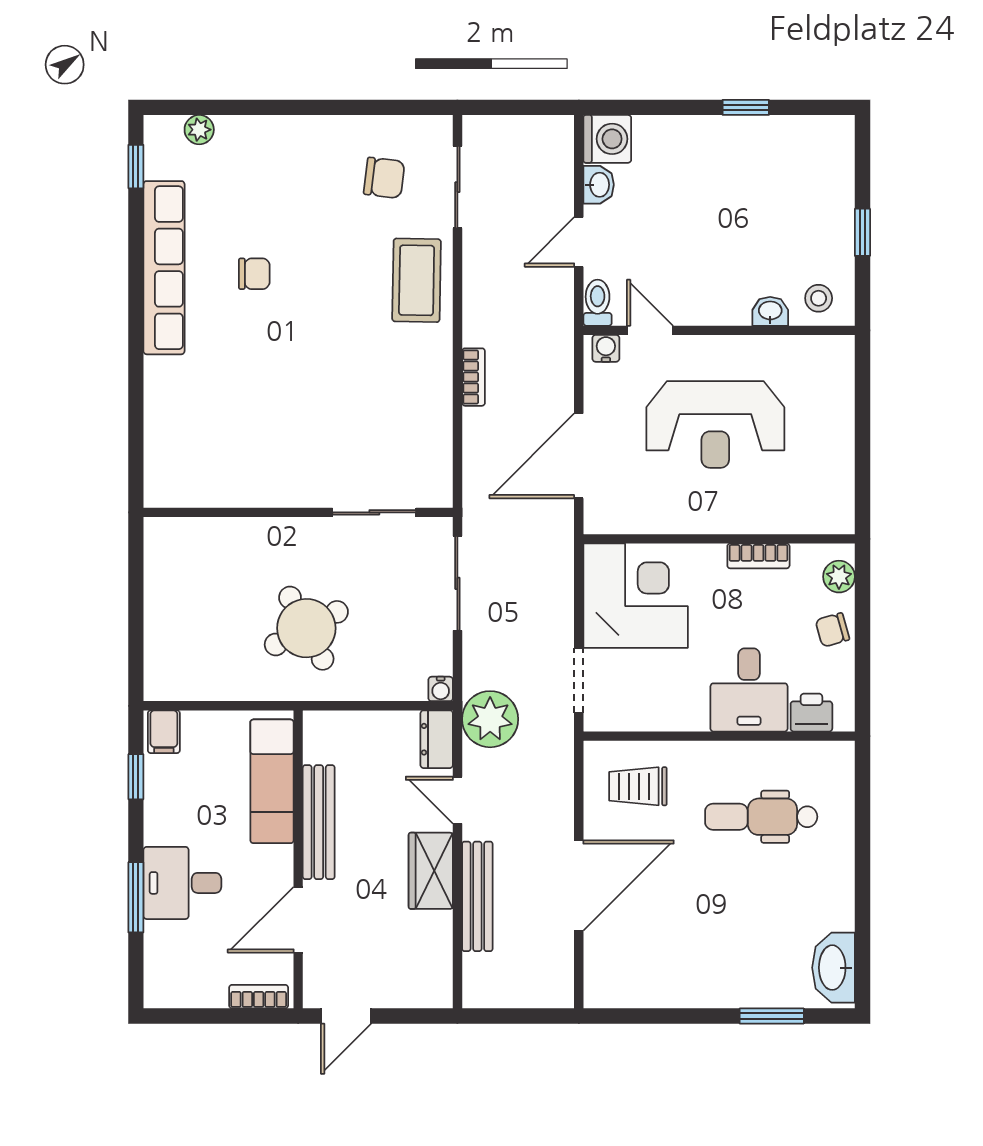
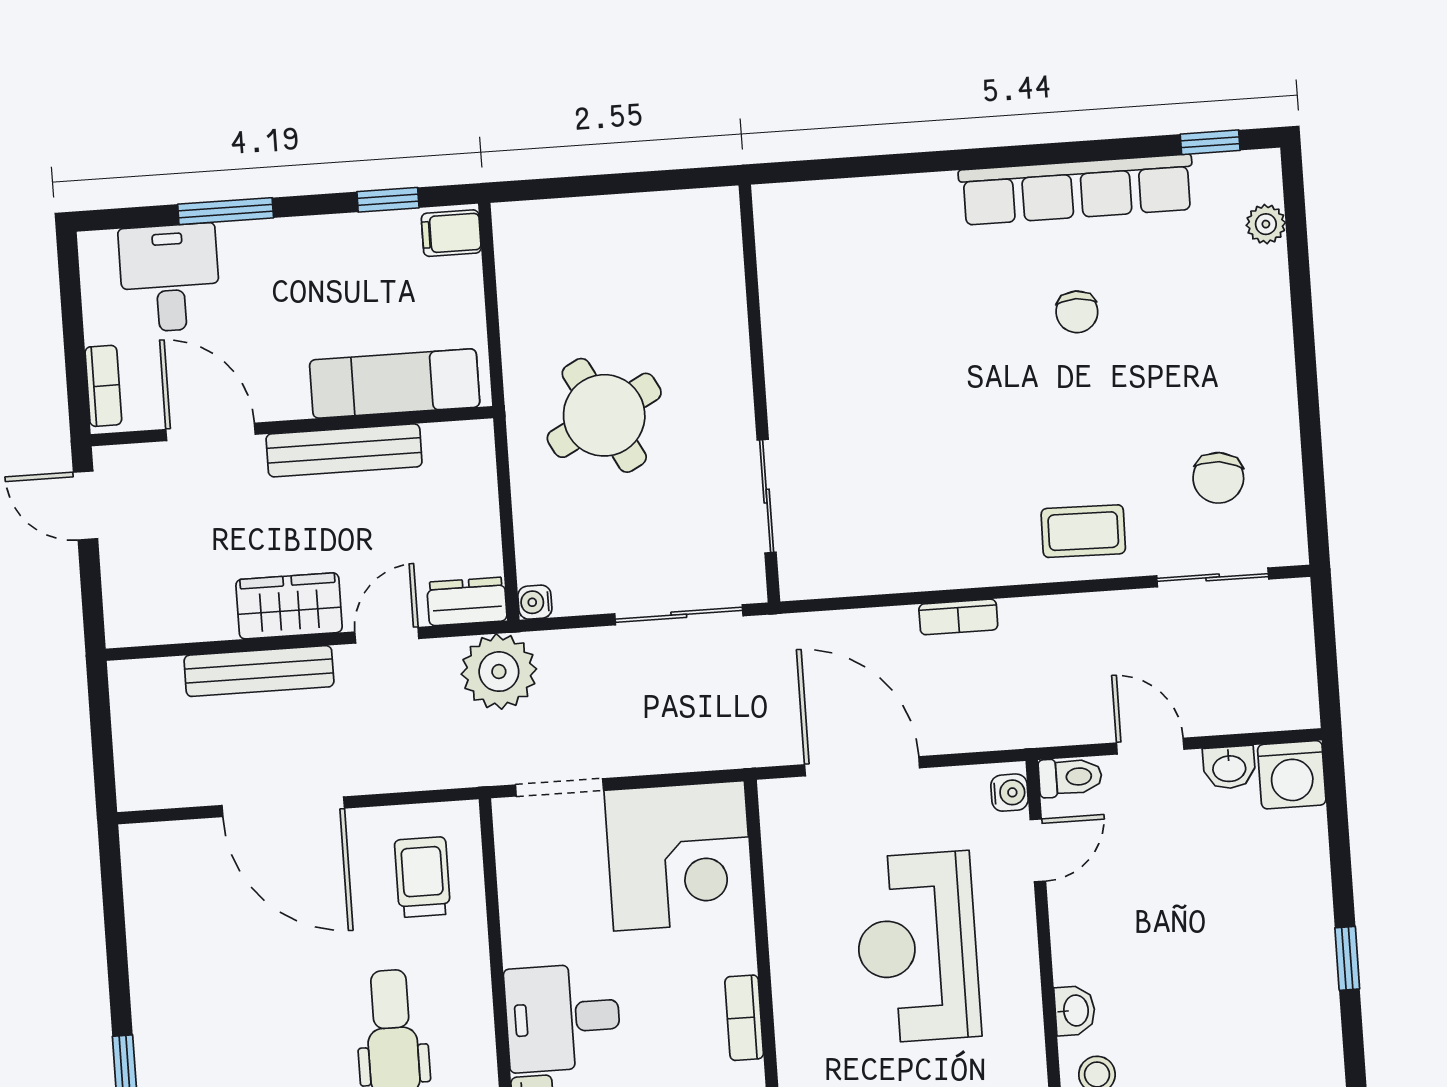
coffee table: (417, 280) -> (1083, 531), width x0.73, depth x0.77
desk: (182, 883) -> (170, 278), moved

